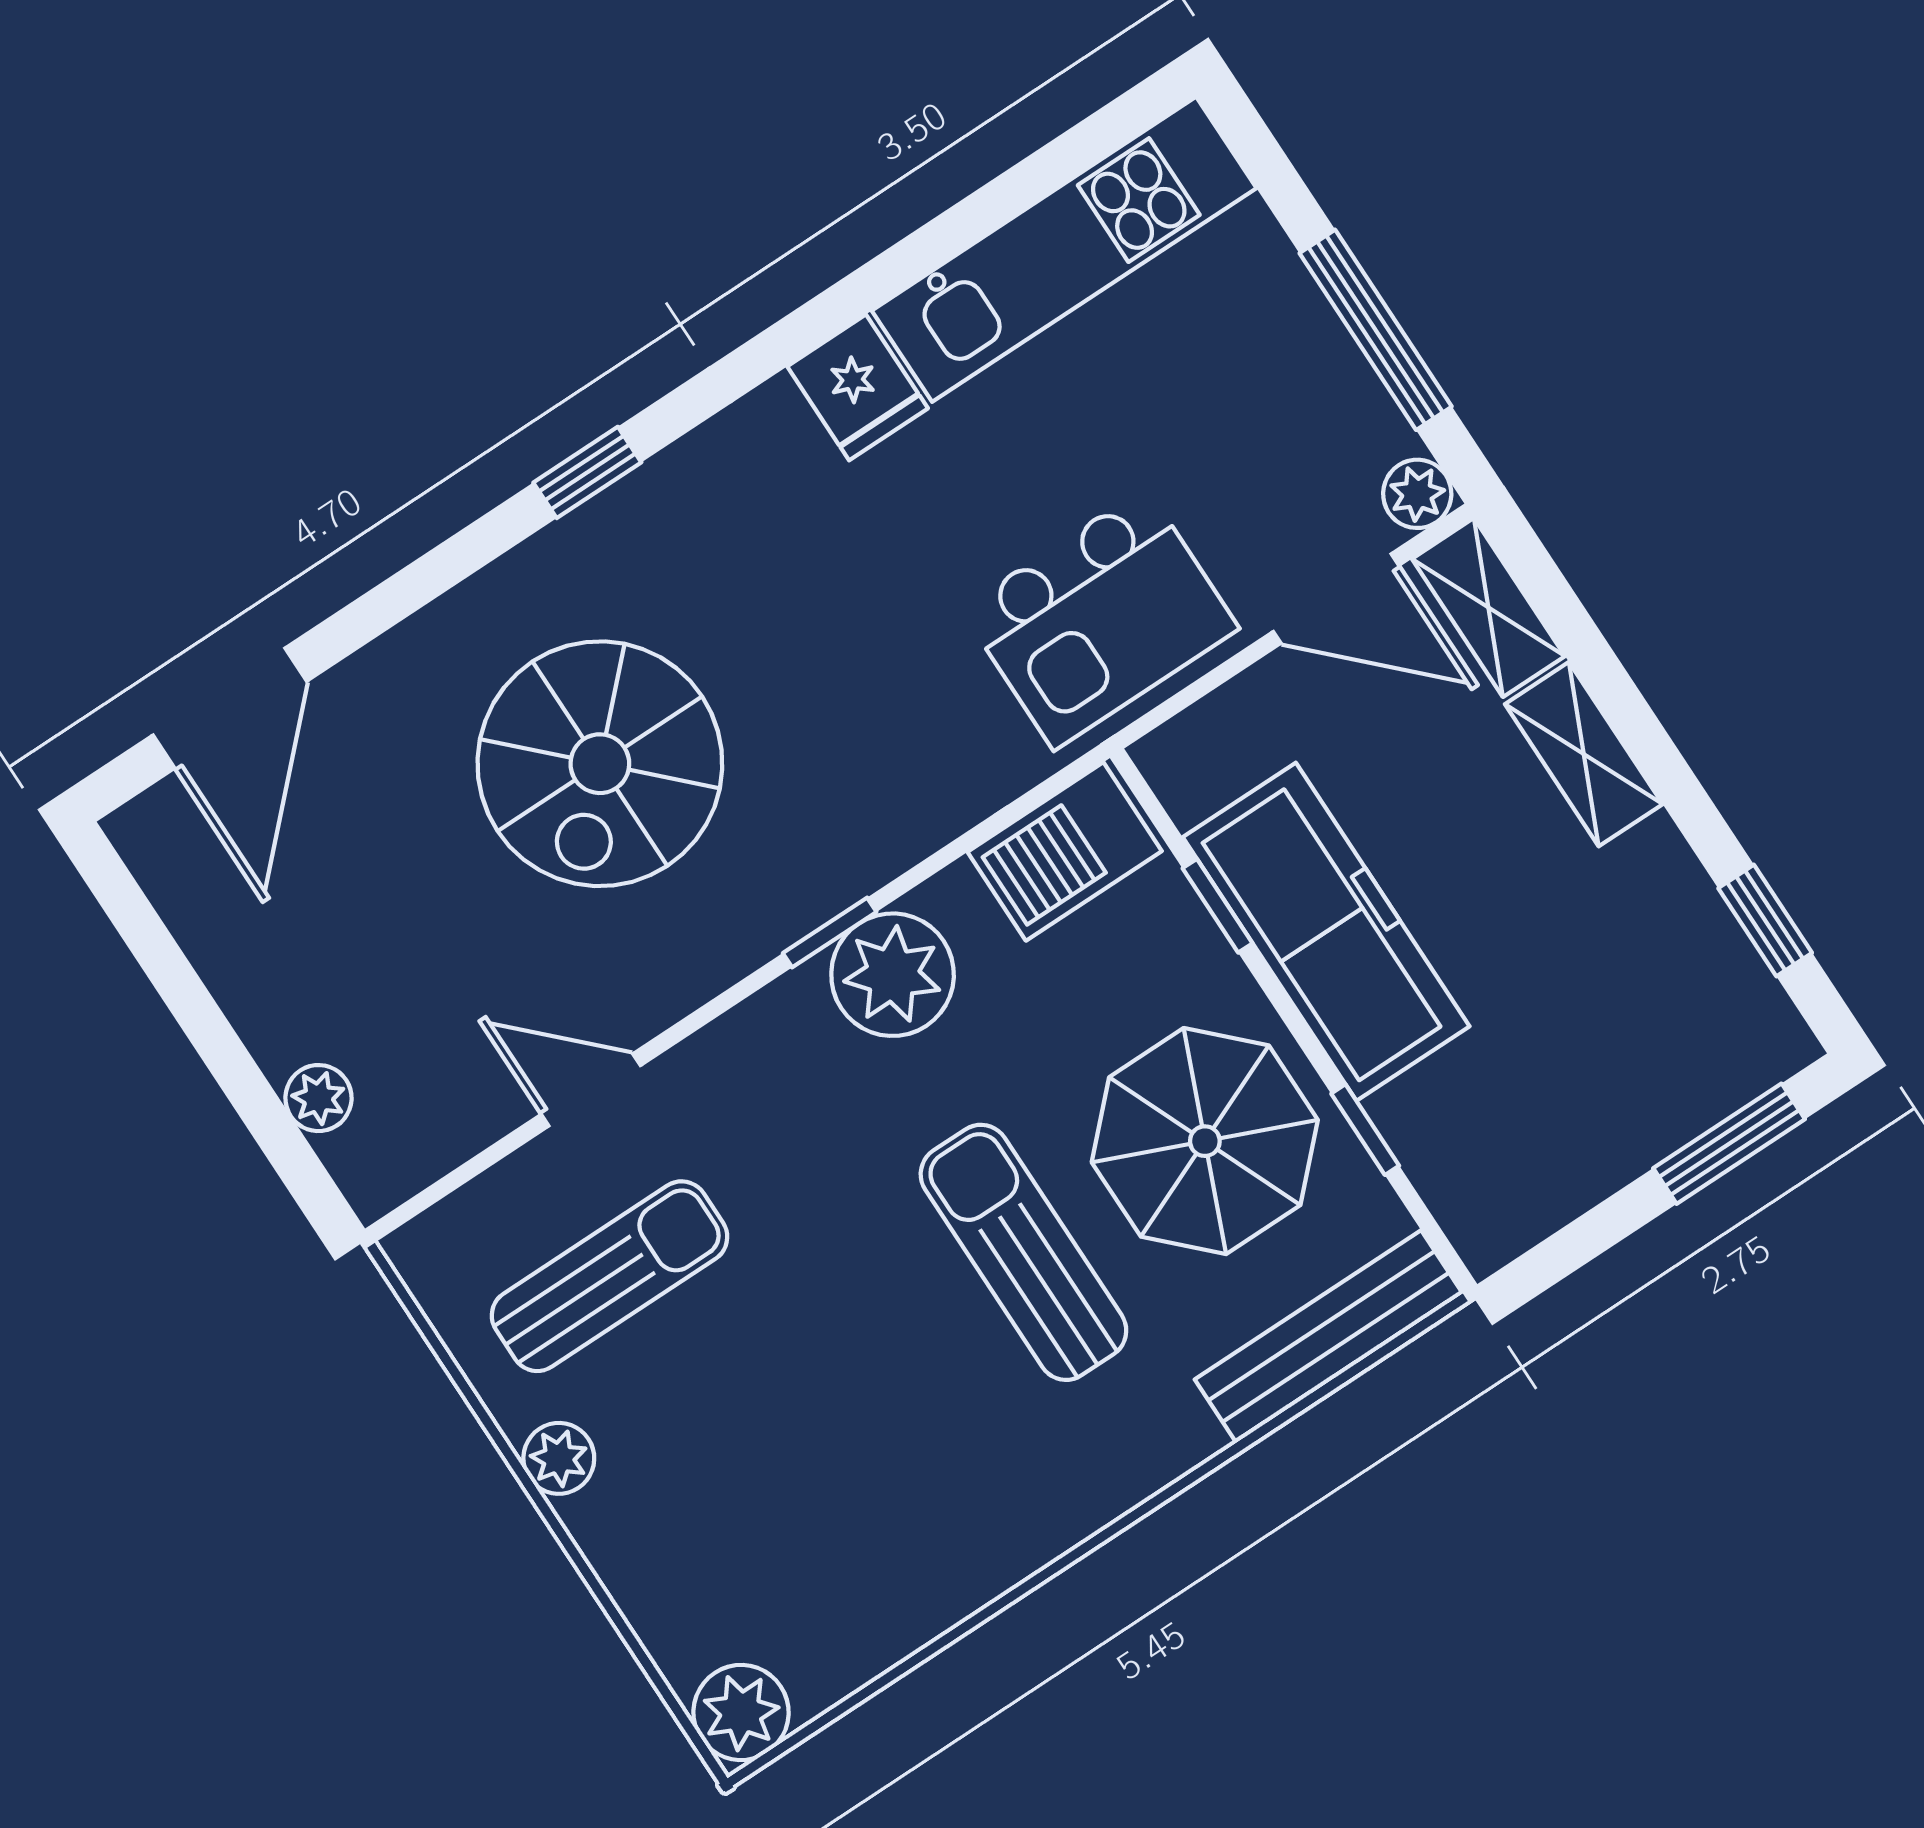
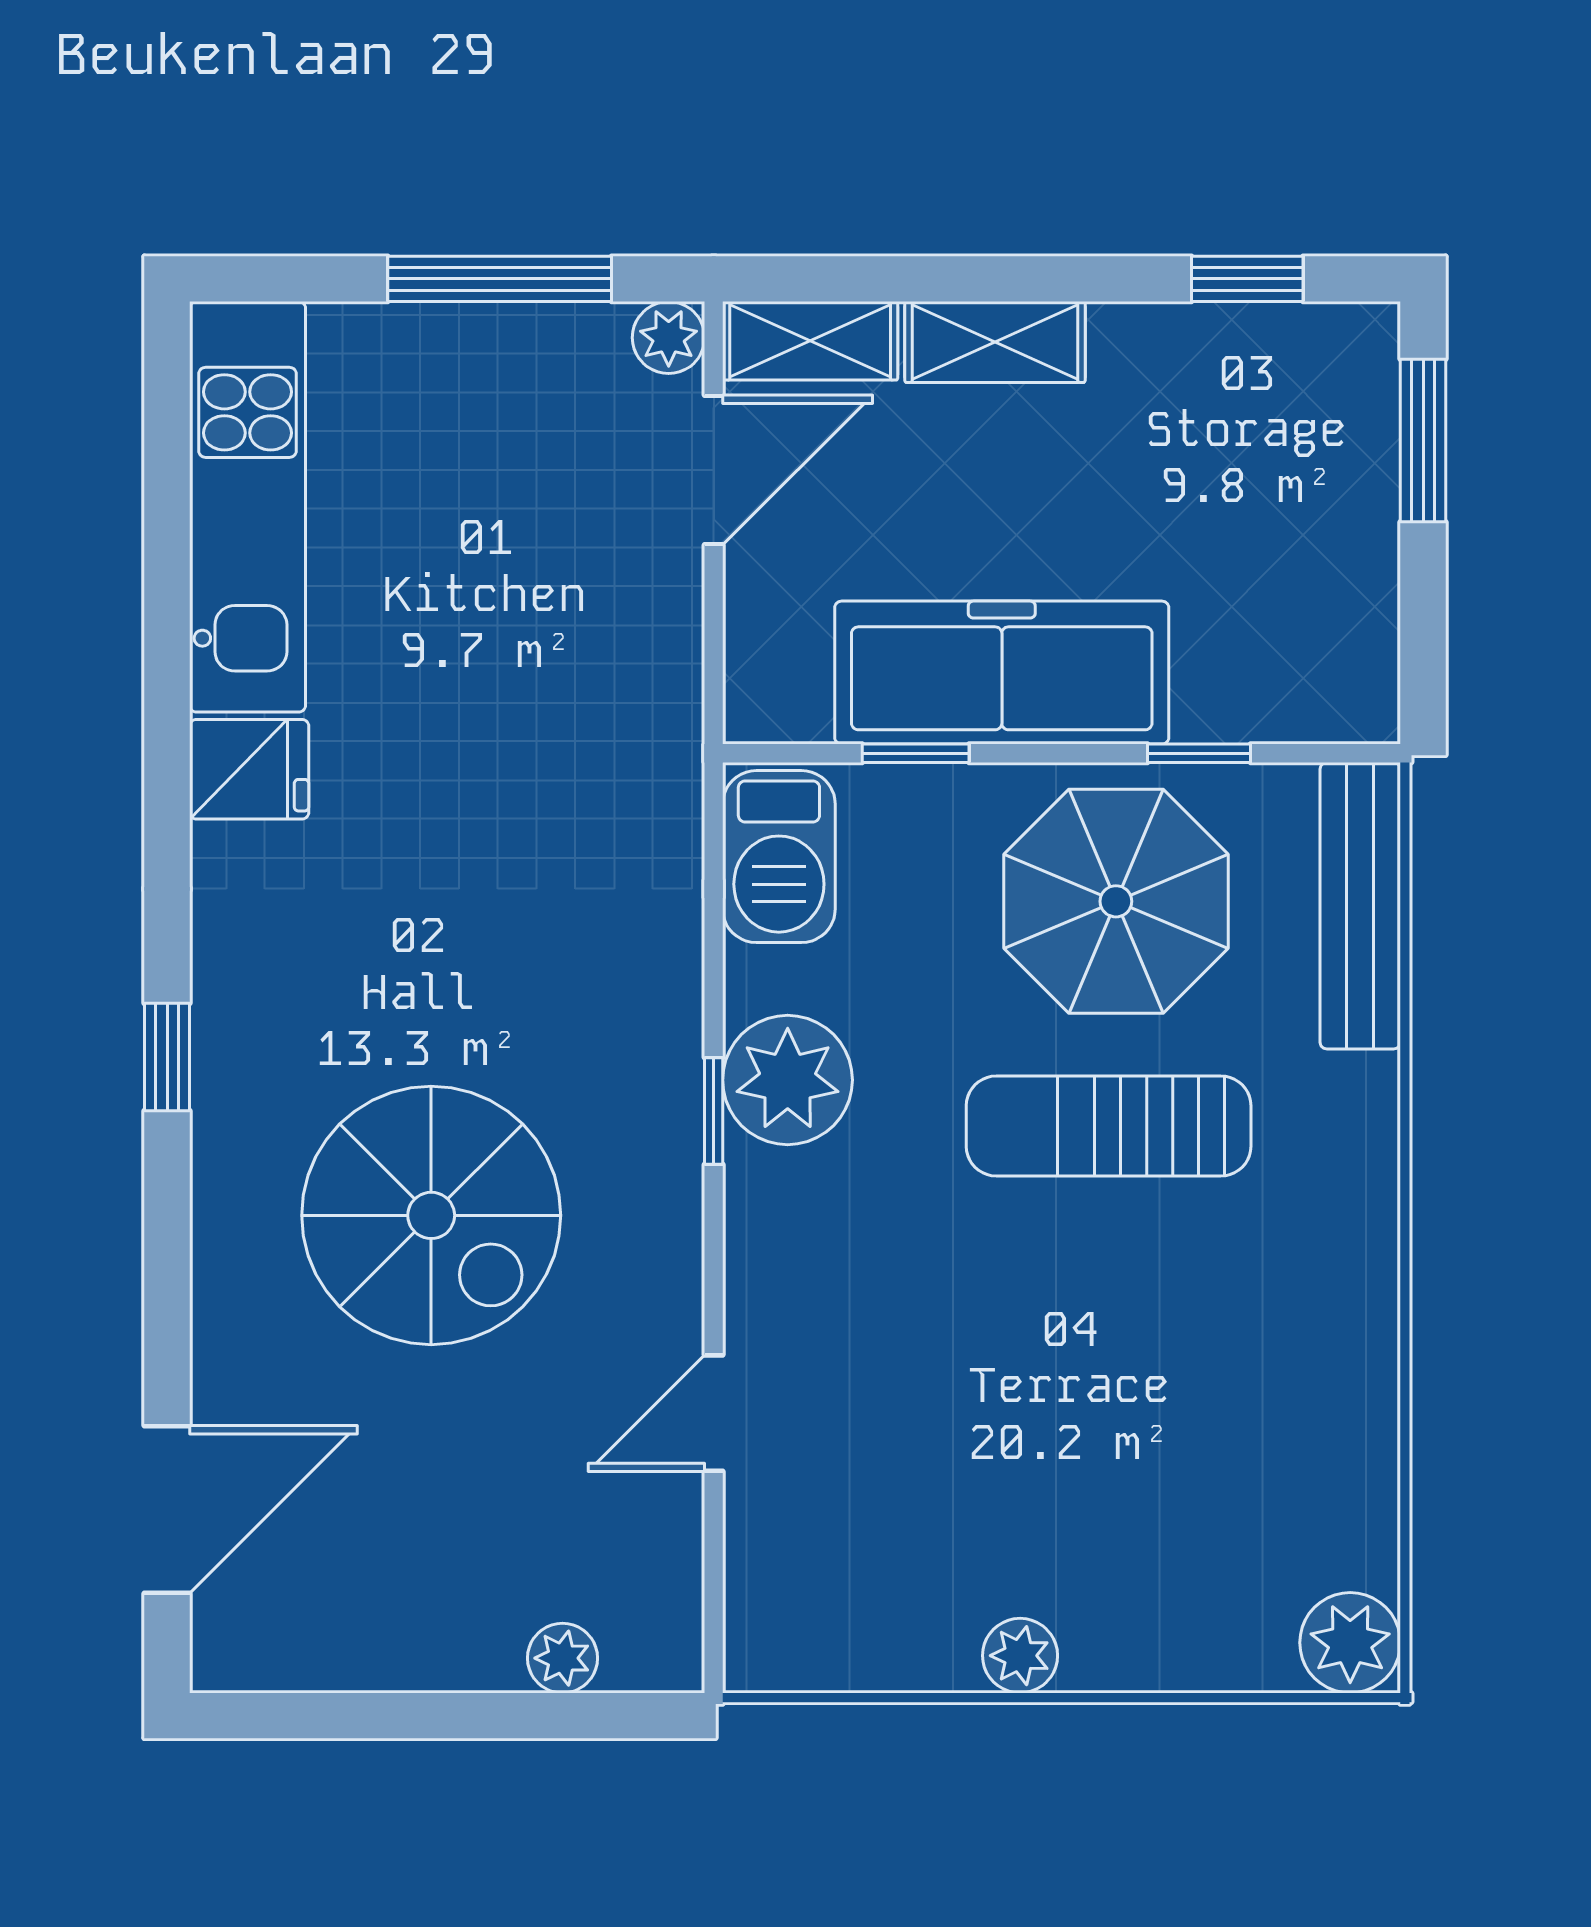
kitchen island: (1100, 619) -> (594, 690), removed
door: (230, 708) -> (167, 1510), hinge flipped
sun lounger: (610, 1276) -> (889, 1505), removed

